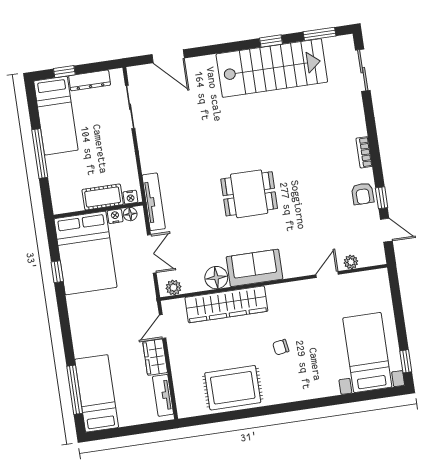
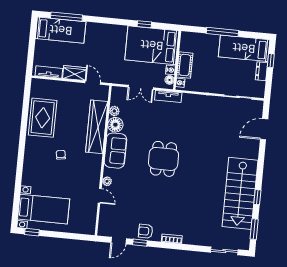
dresser: (90, 80) -> (261, 71), width x0.70
tv unit: (154, 202) -> (168, 96), width x0.71
plant: (351, 262) -> (107, 181), moved
plant: (173, 288) -> (114, 111), moved

